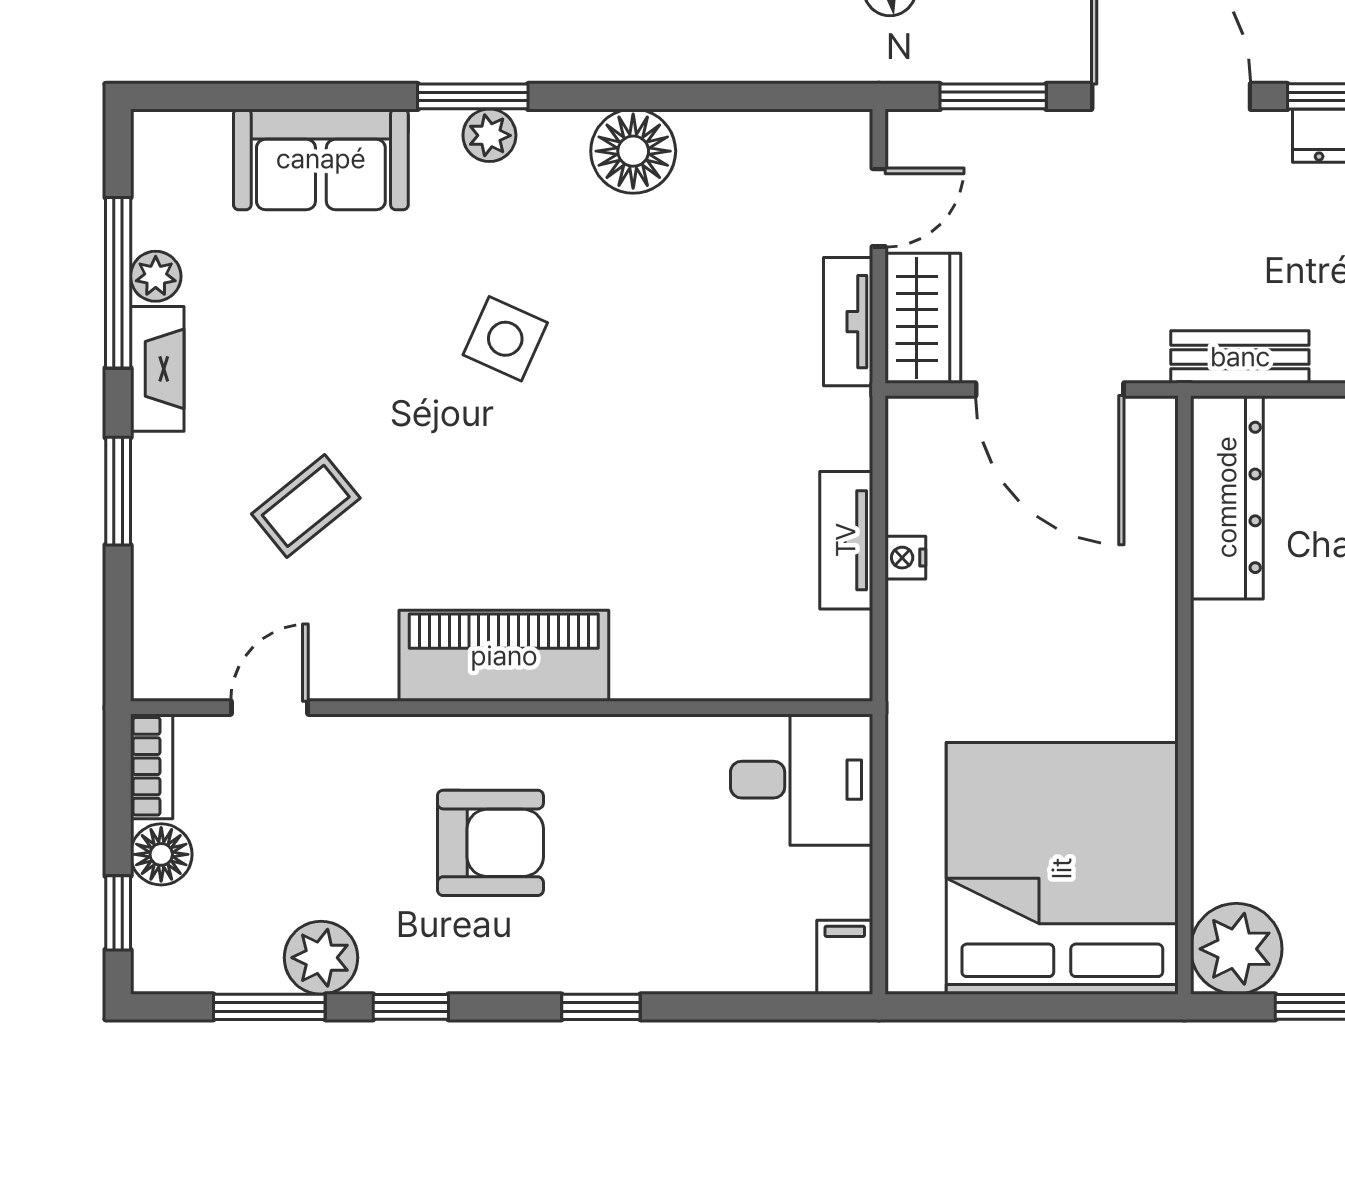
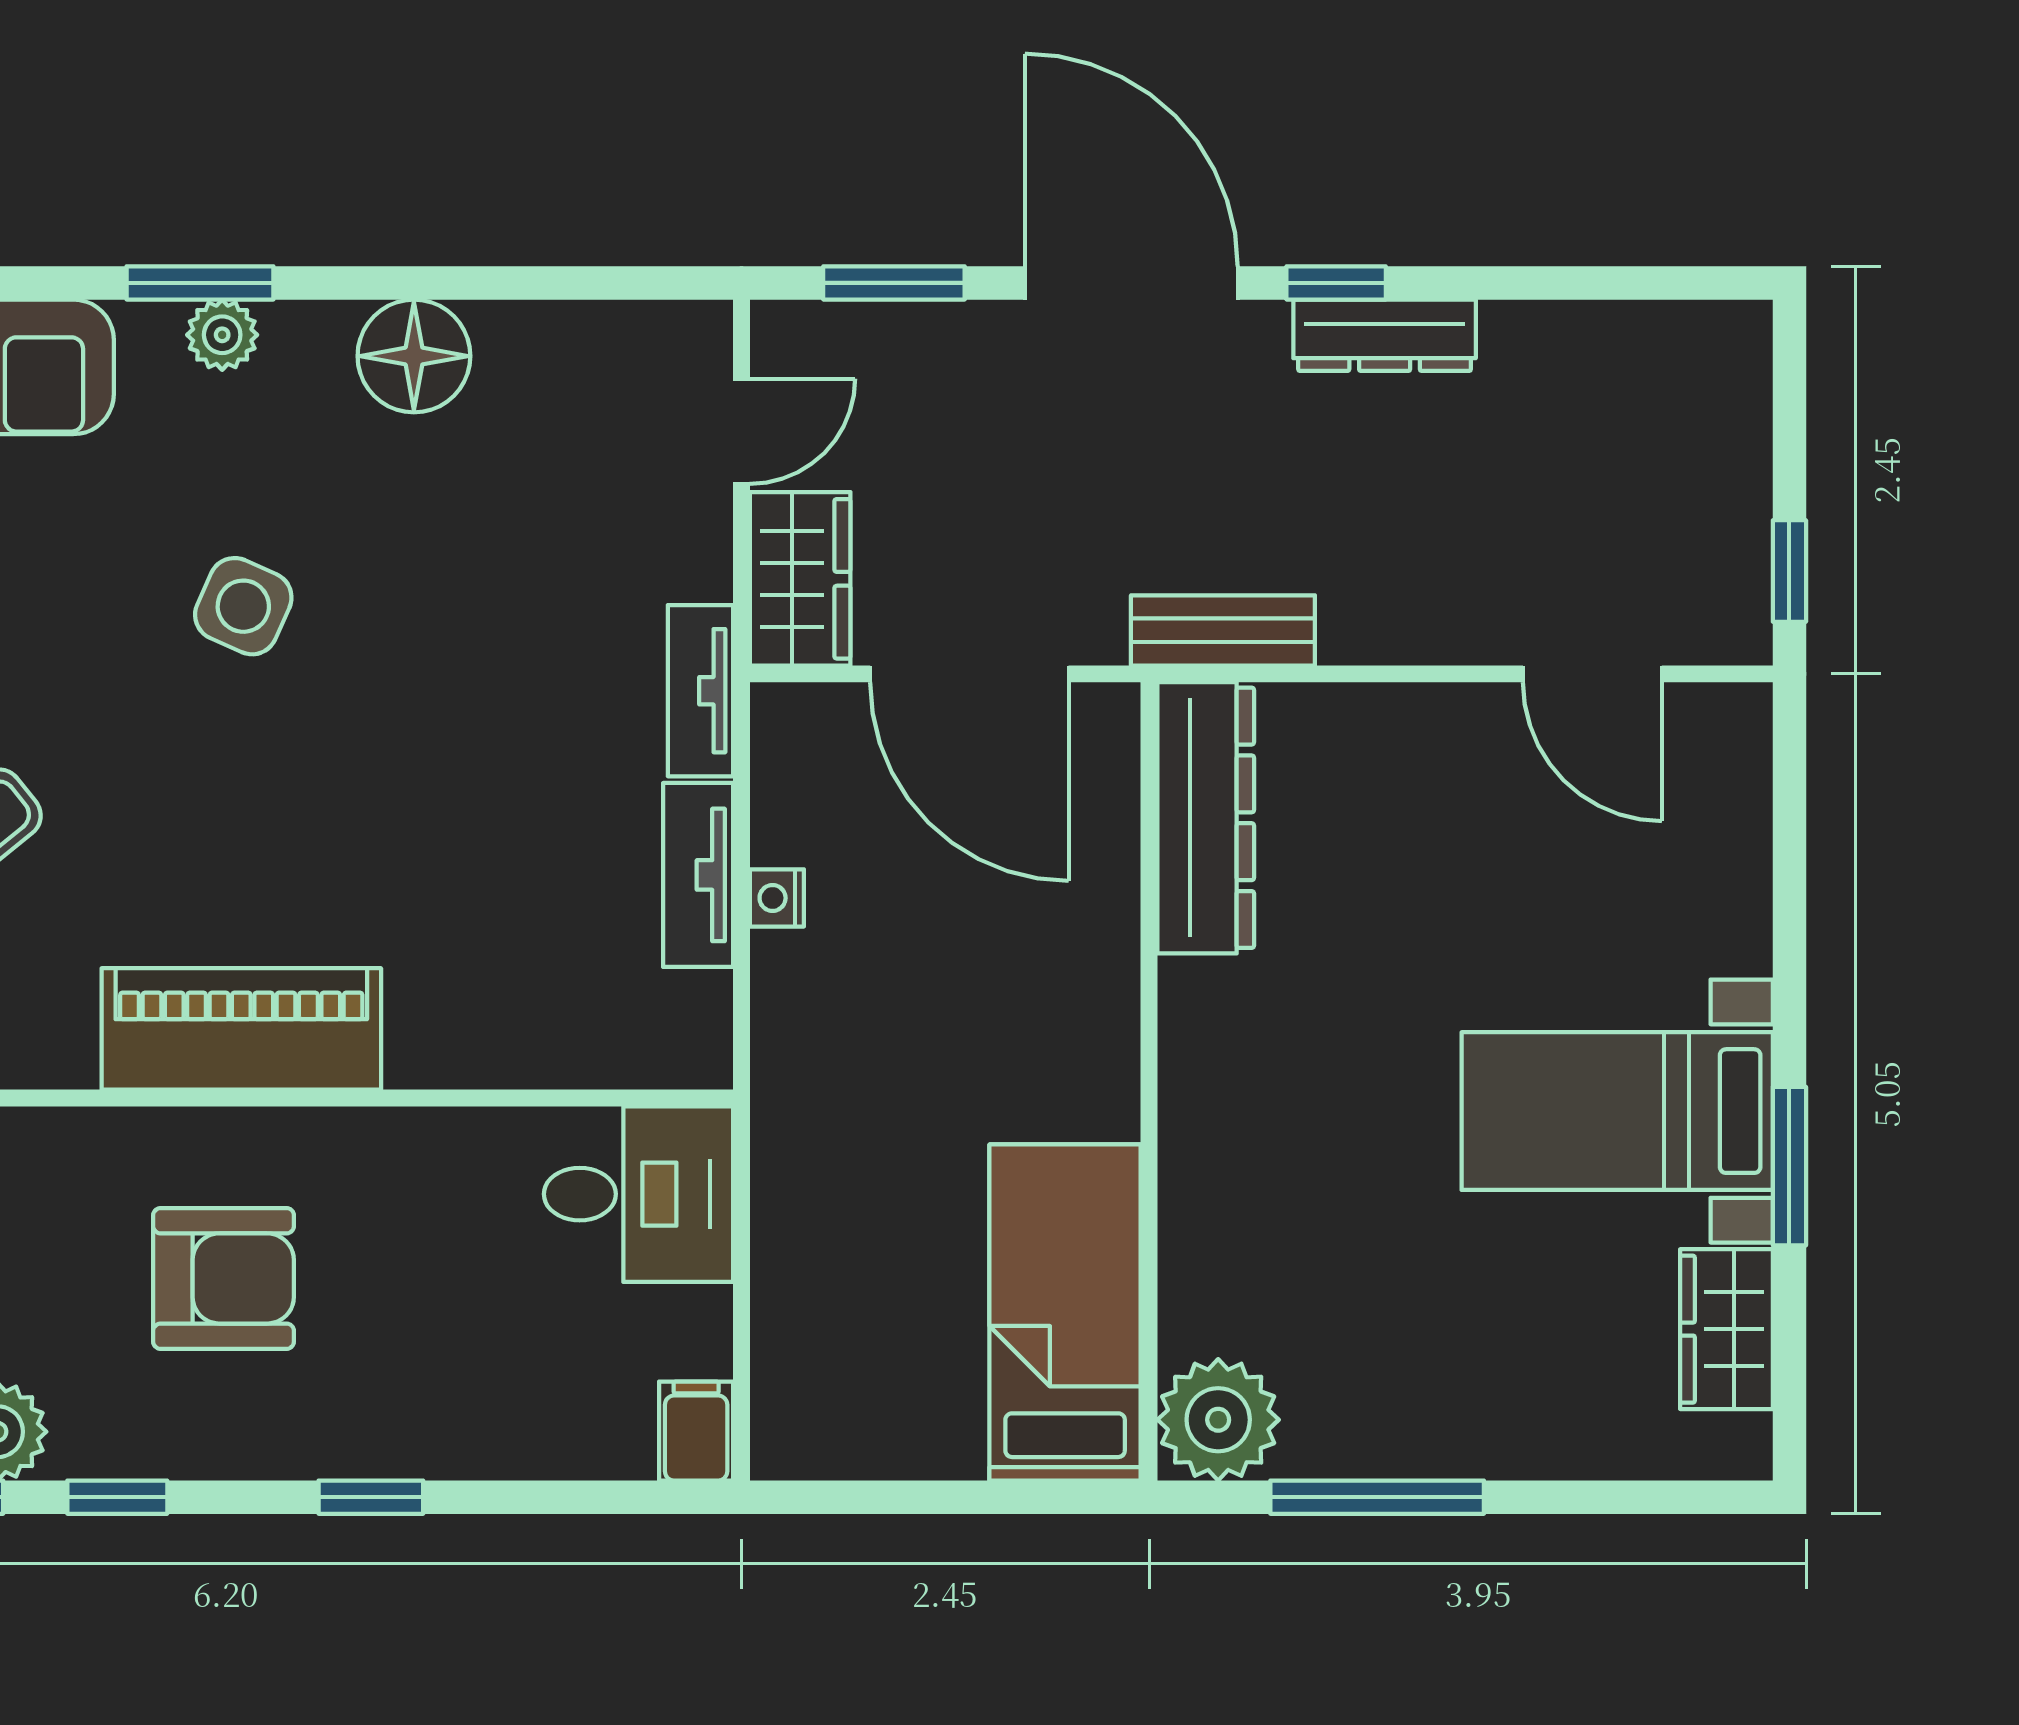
tv unit: (848, 322) -> (701, 691), moved
bed: (1062, 868) -> (1065, 1313), width x0.49

